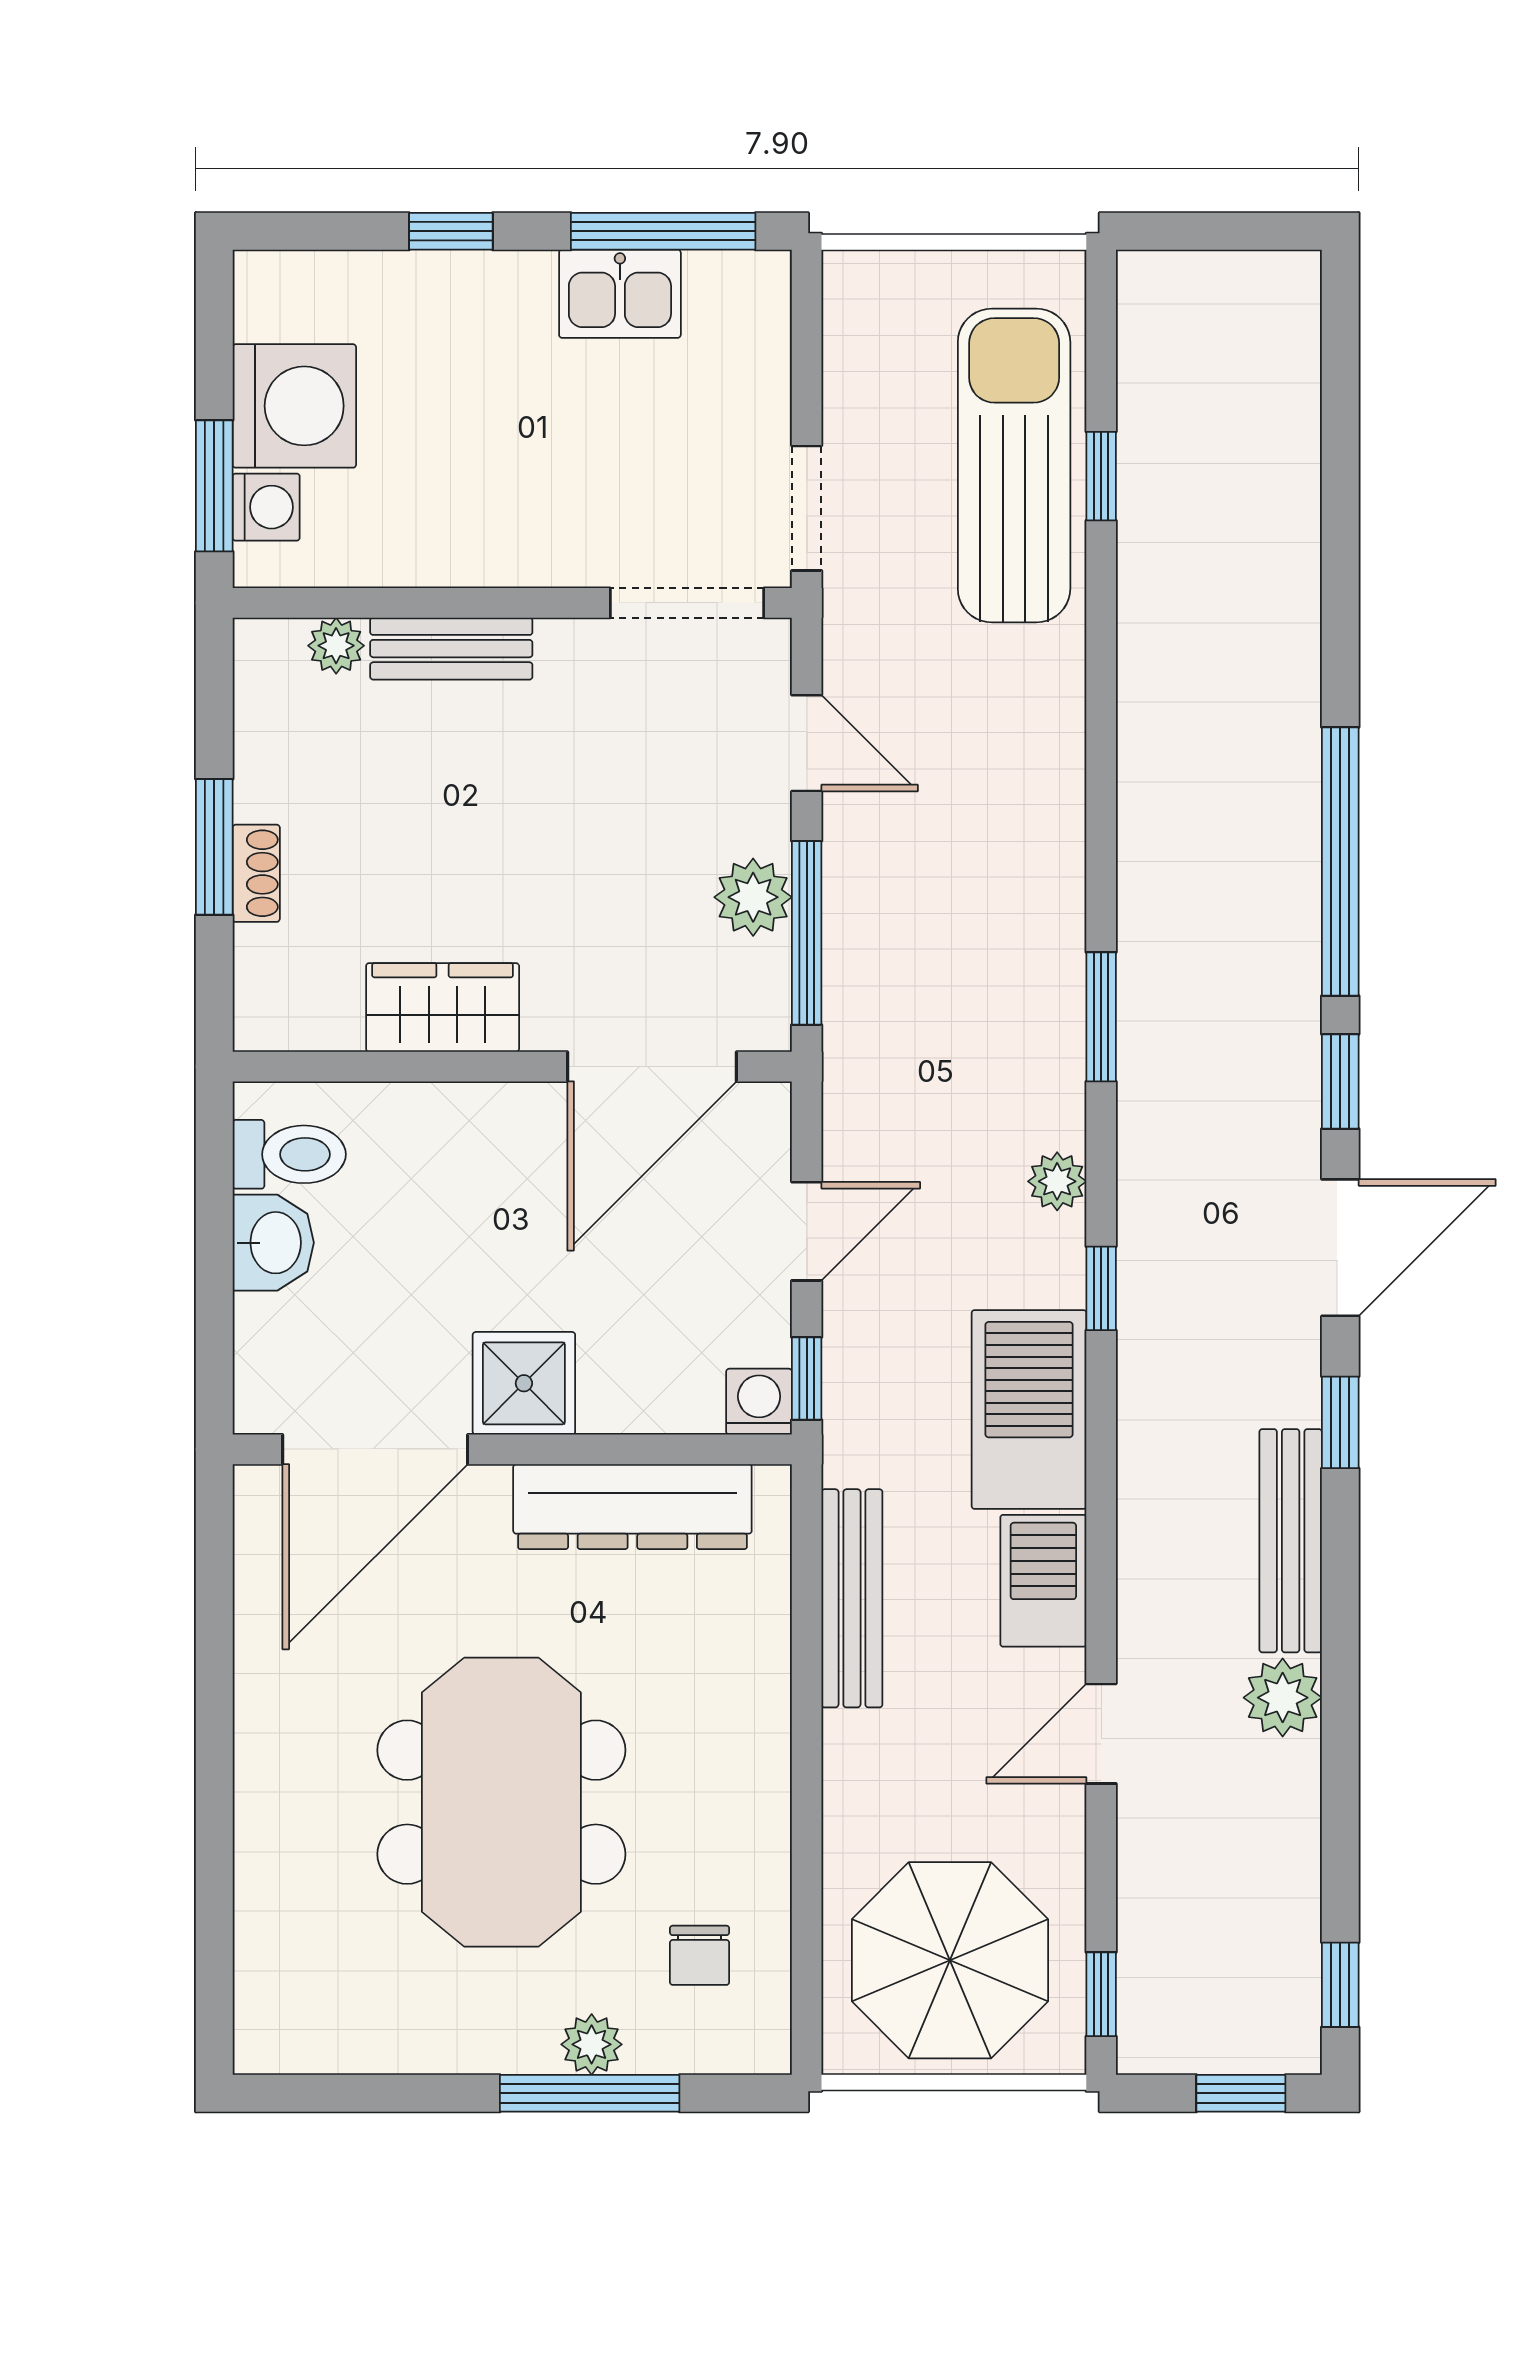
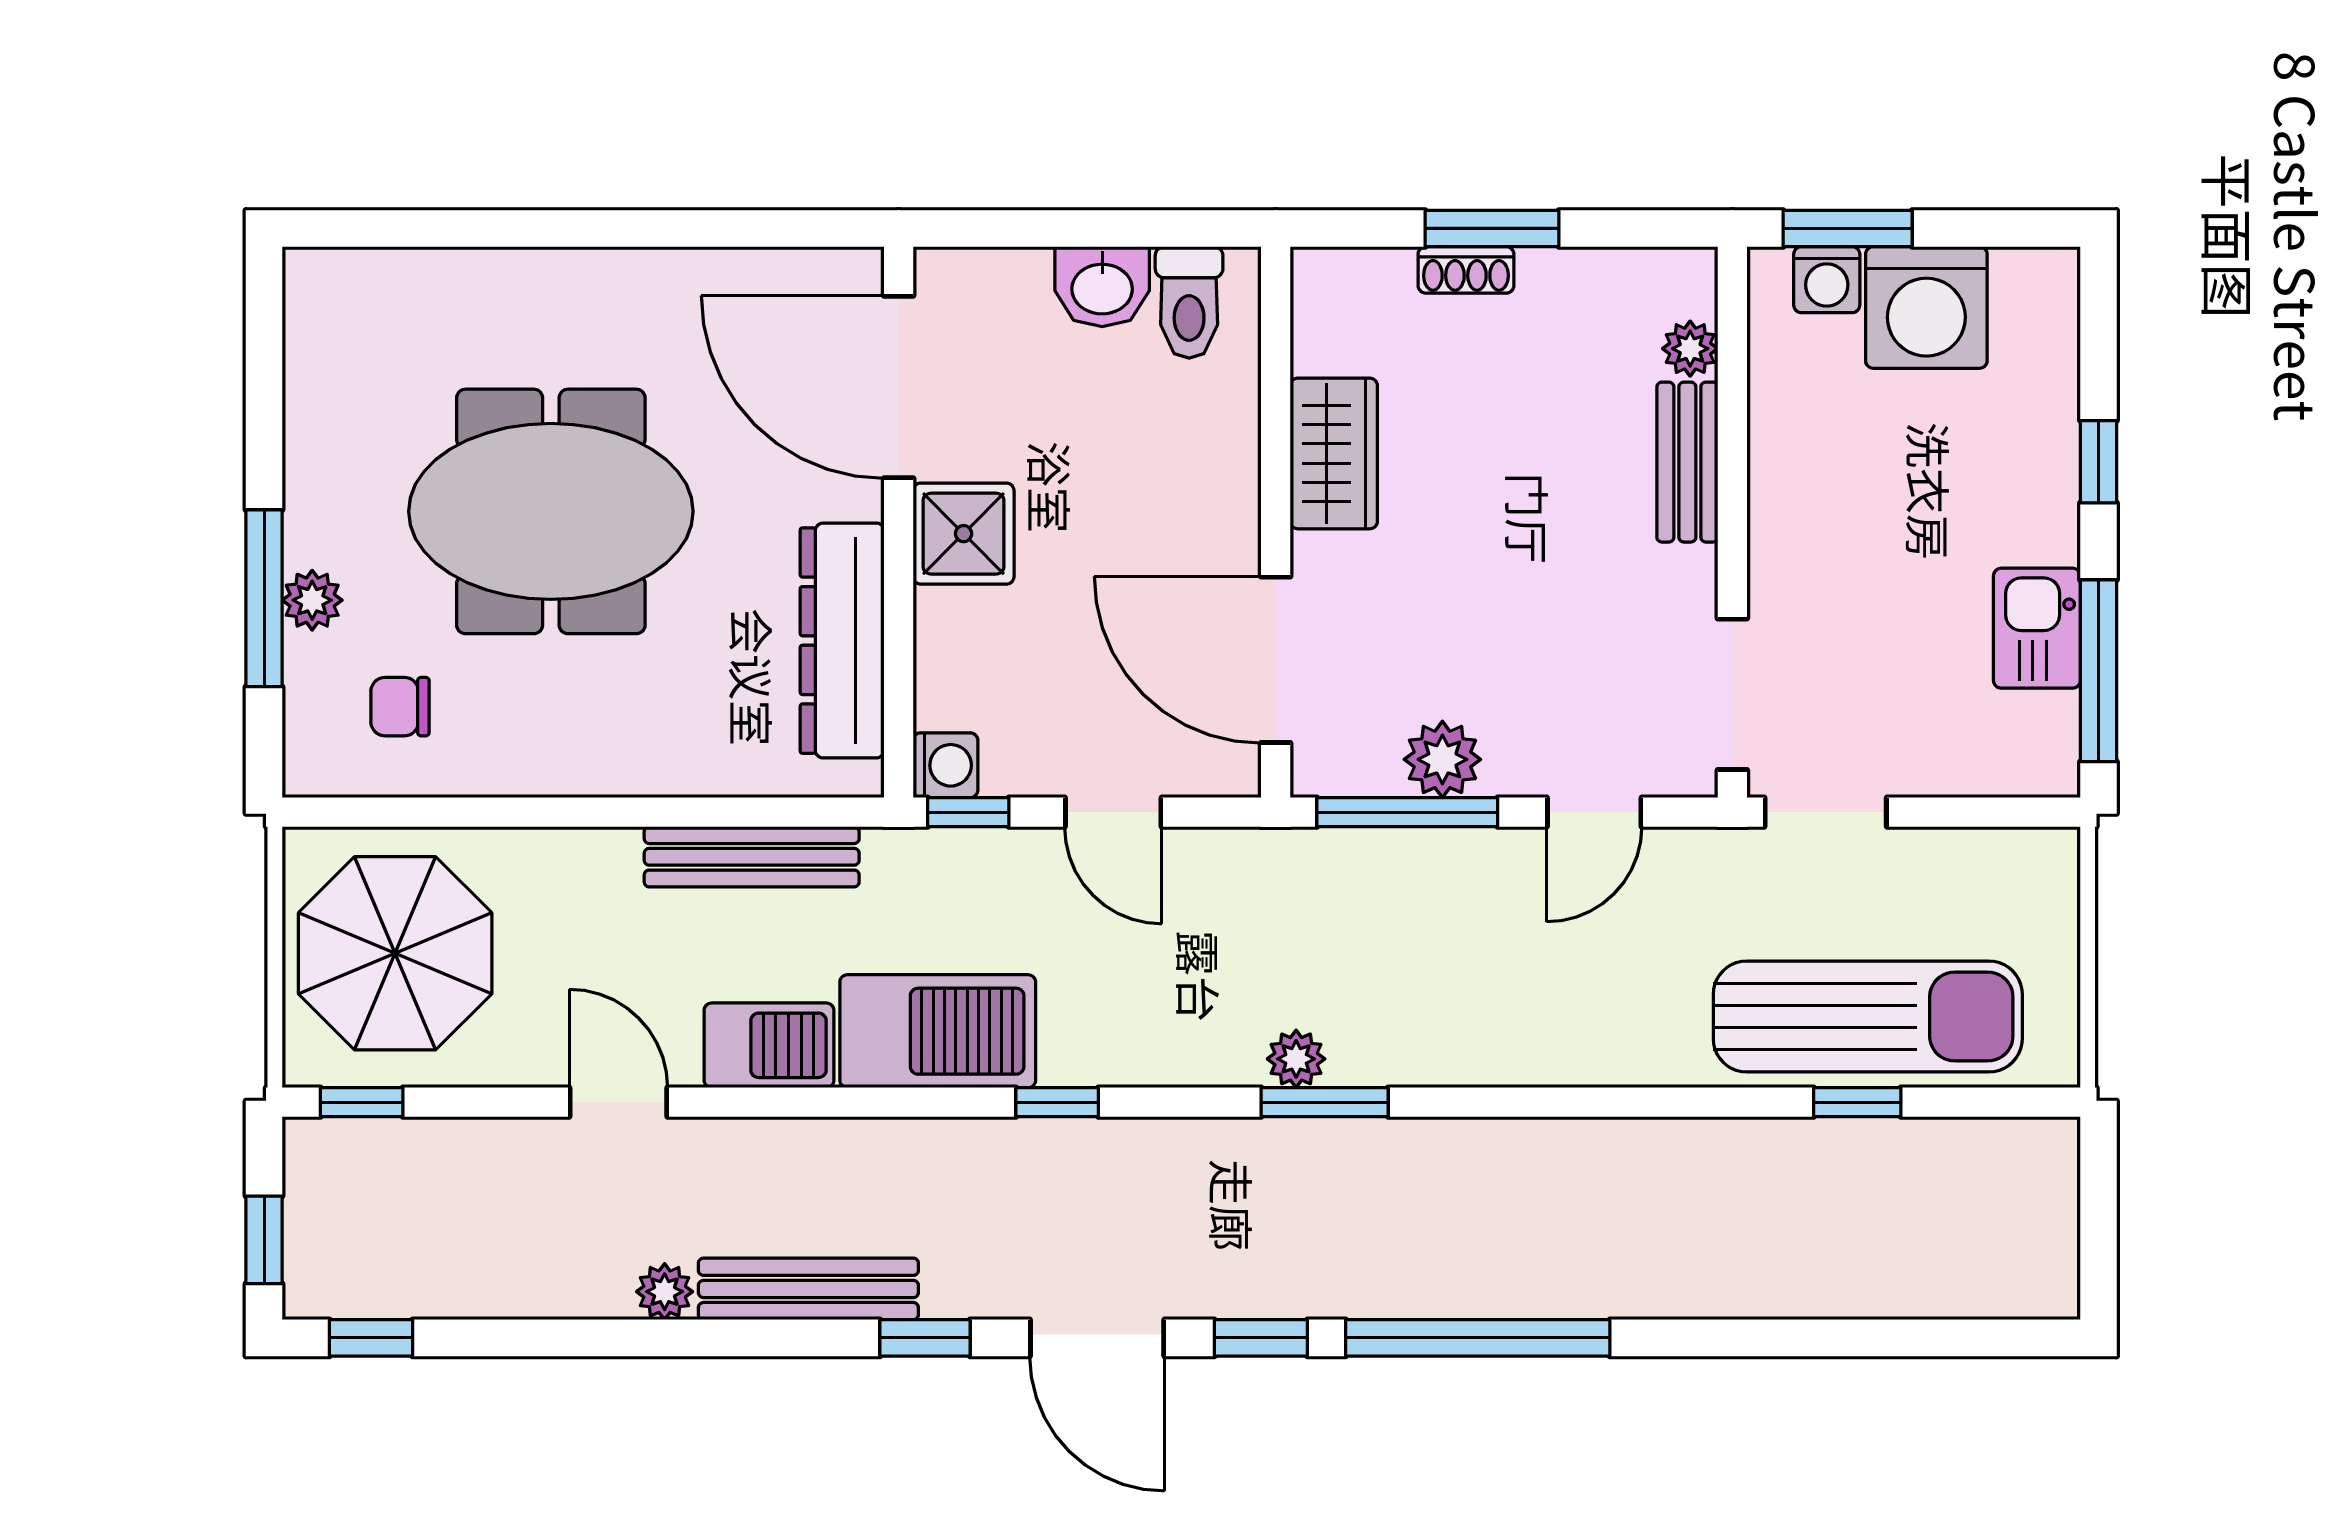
plant: (1057, 1181) -> (1296, 1059), moved
plant: (1283, 1698) -> (665, 1292), width x0.73, depth x0.73

